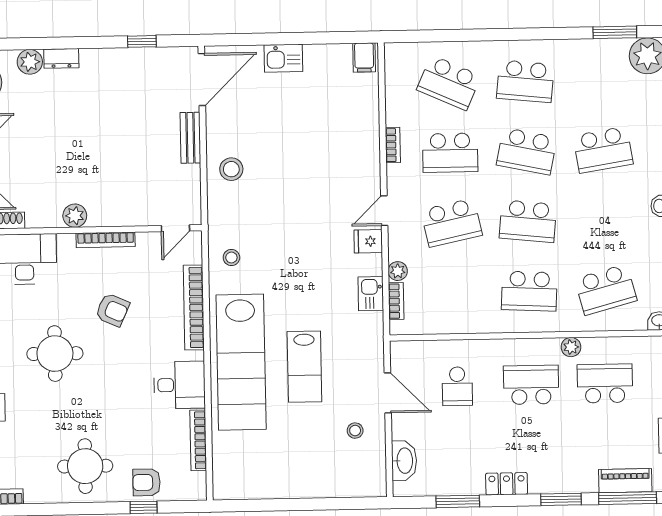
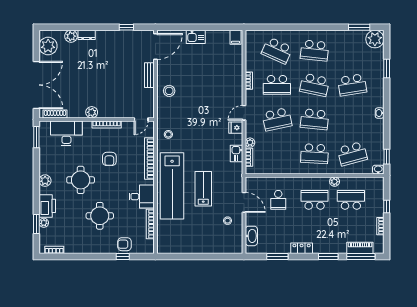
armchair: (112, 310) -> (109, 159), turned 66
lab bench: (304, 367) -> (203, 189), turned 180
round table: (85, 466) -> (100, 216), moved

